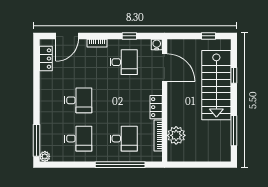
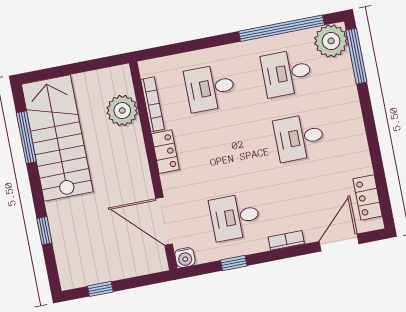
stairs: (216, 85) -> (57, 138), moved
plant: (45, 156) -> (331, 41), width x1.87, depth x1.87
window: (120, 165) -> (281, 28), moved

